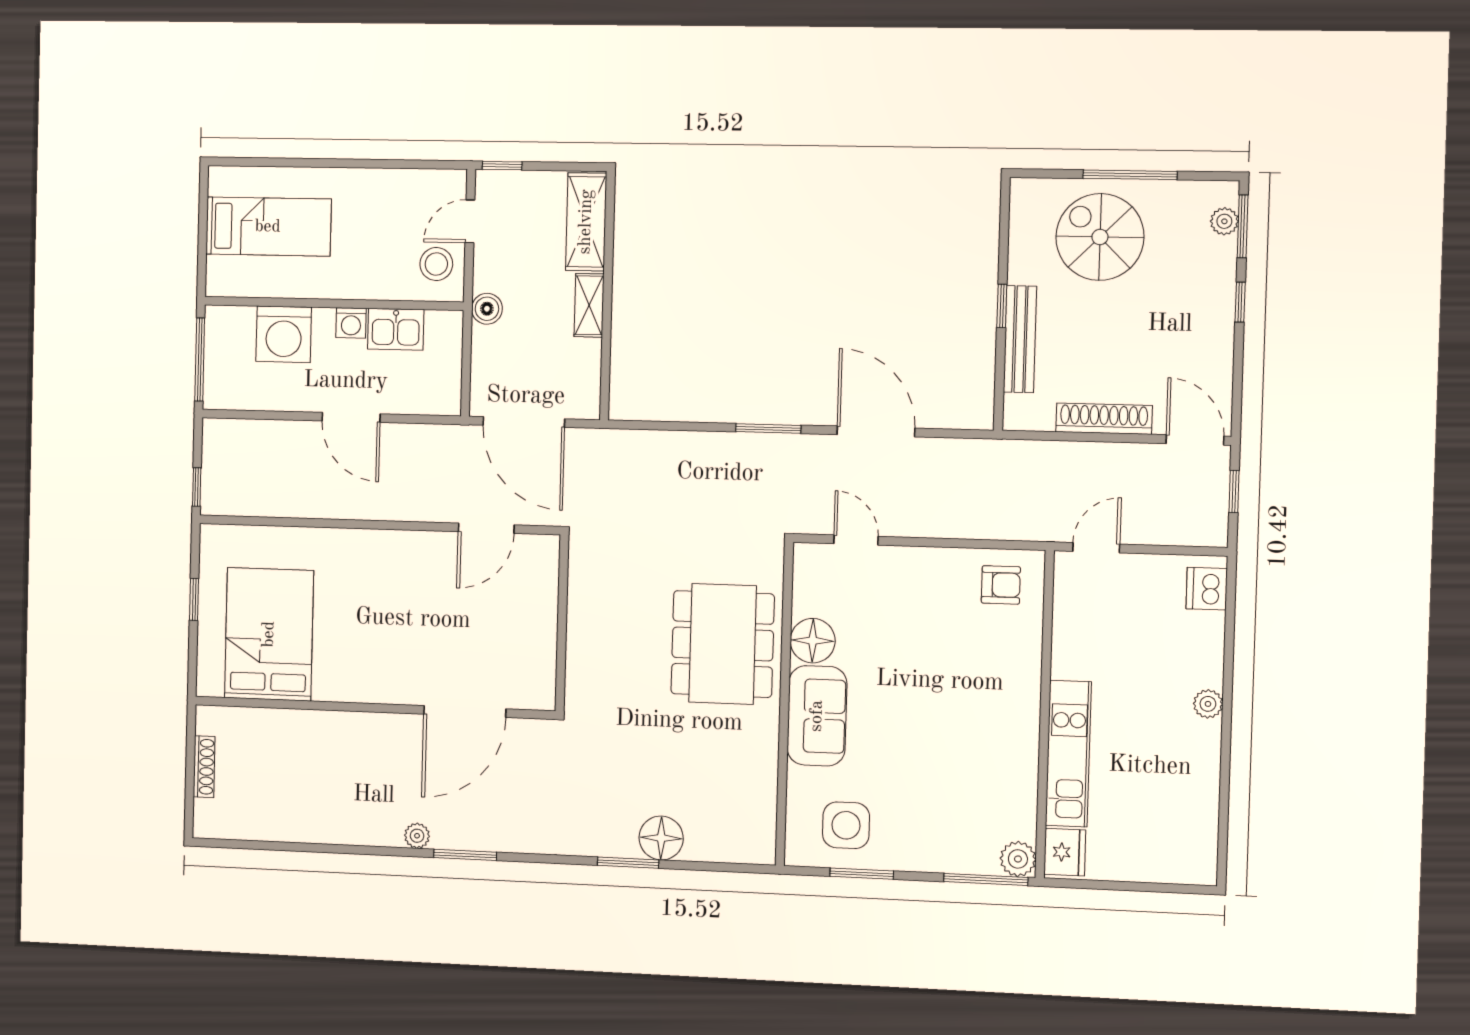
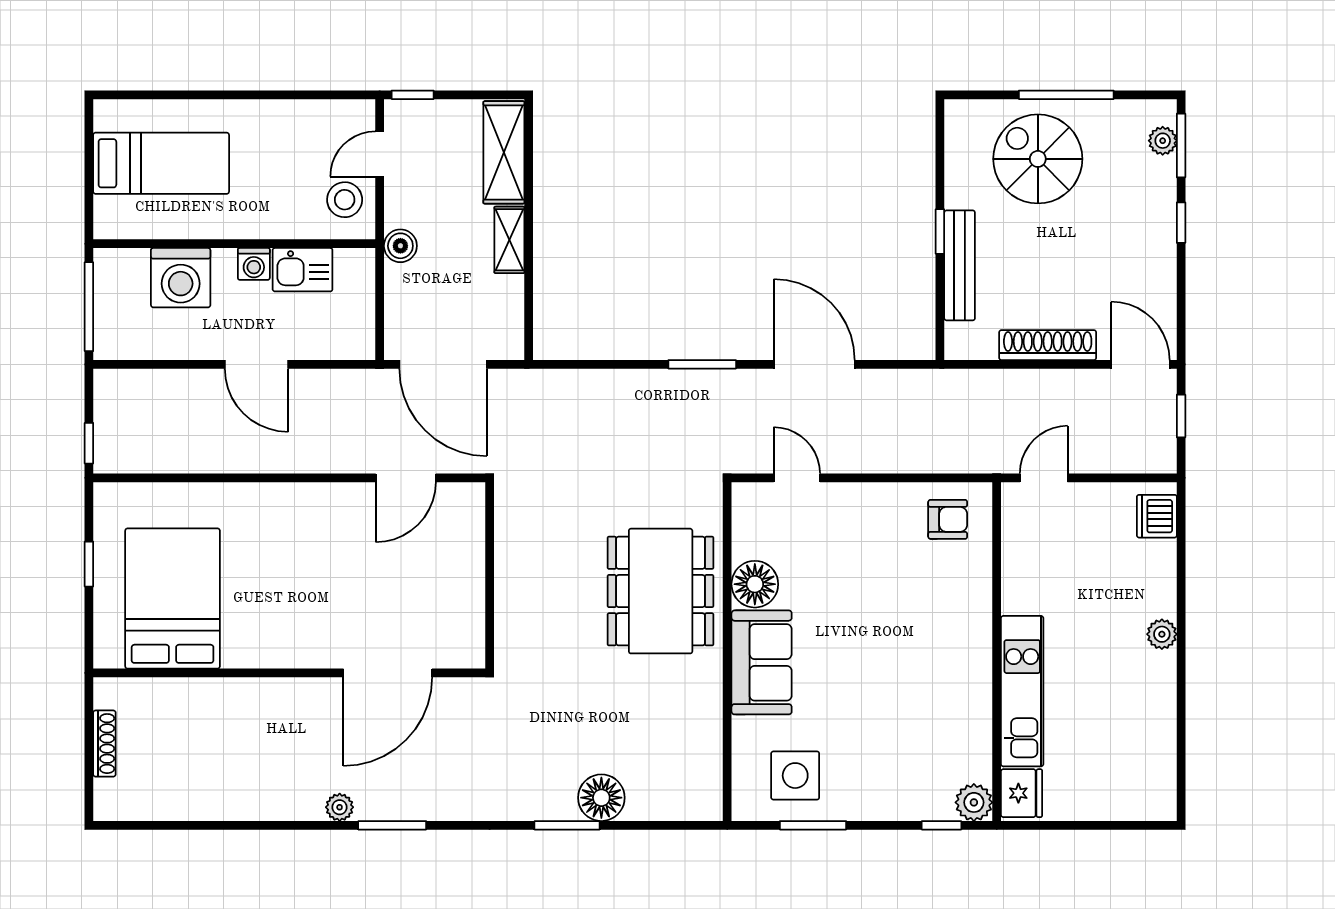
window: (986, 879) -> (942, 825), width x0.46

